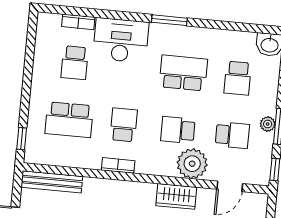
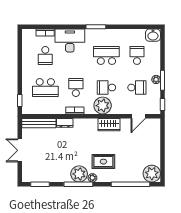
school desk: (238, 78) -> (137, 55), turned 180
plant: (192, 164) -> (103, 106), moved
dresser: (98, 186) -> (65, 123), added

